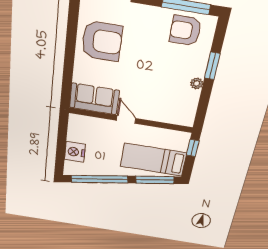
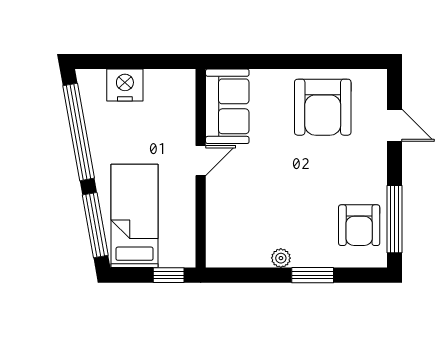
armchair: (185, 31) -> (359, 225), turned 180

